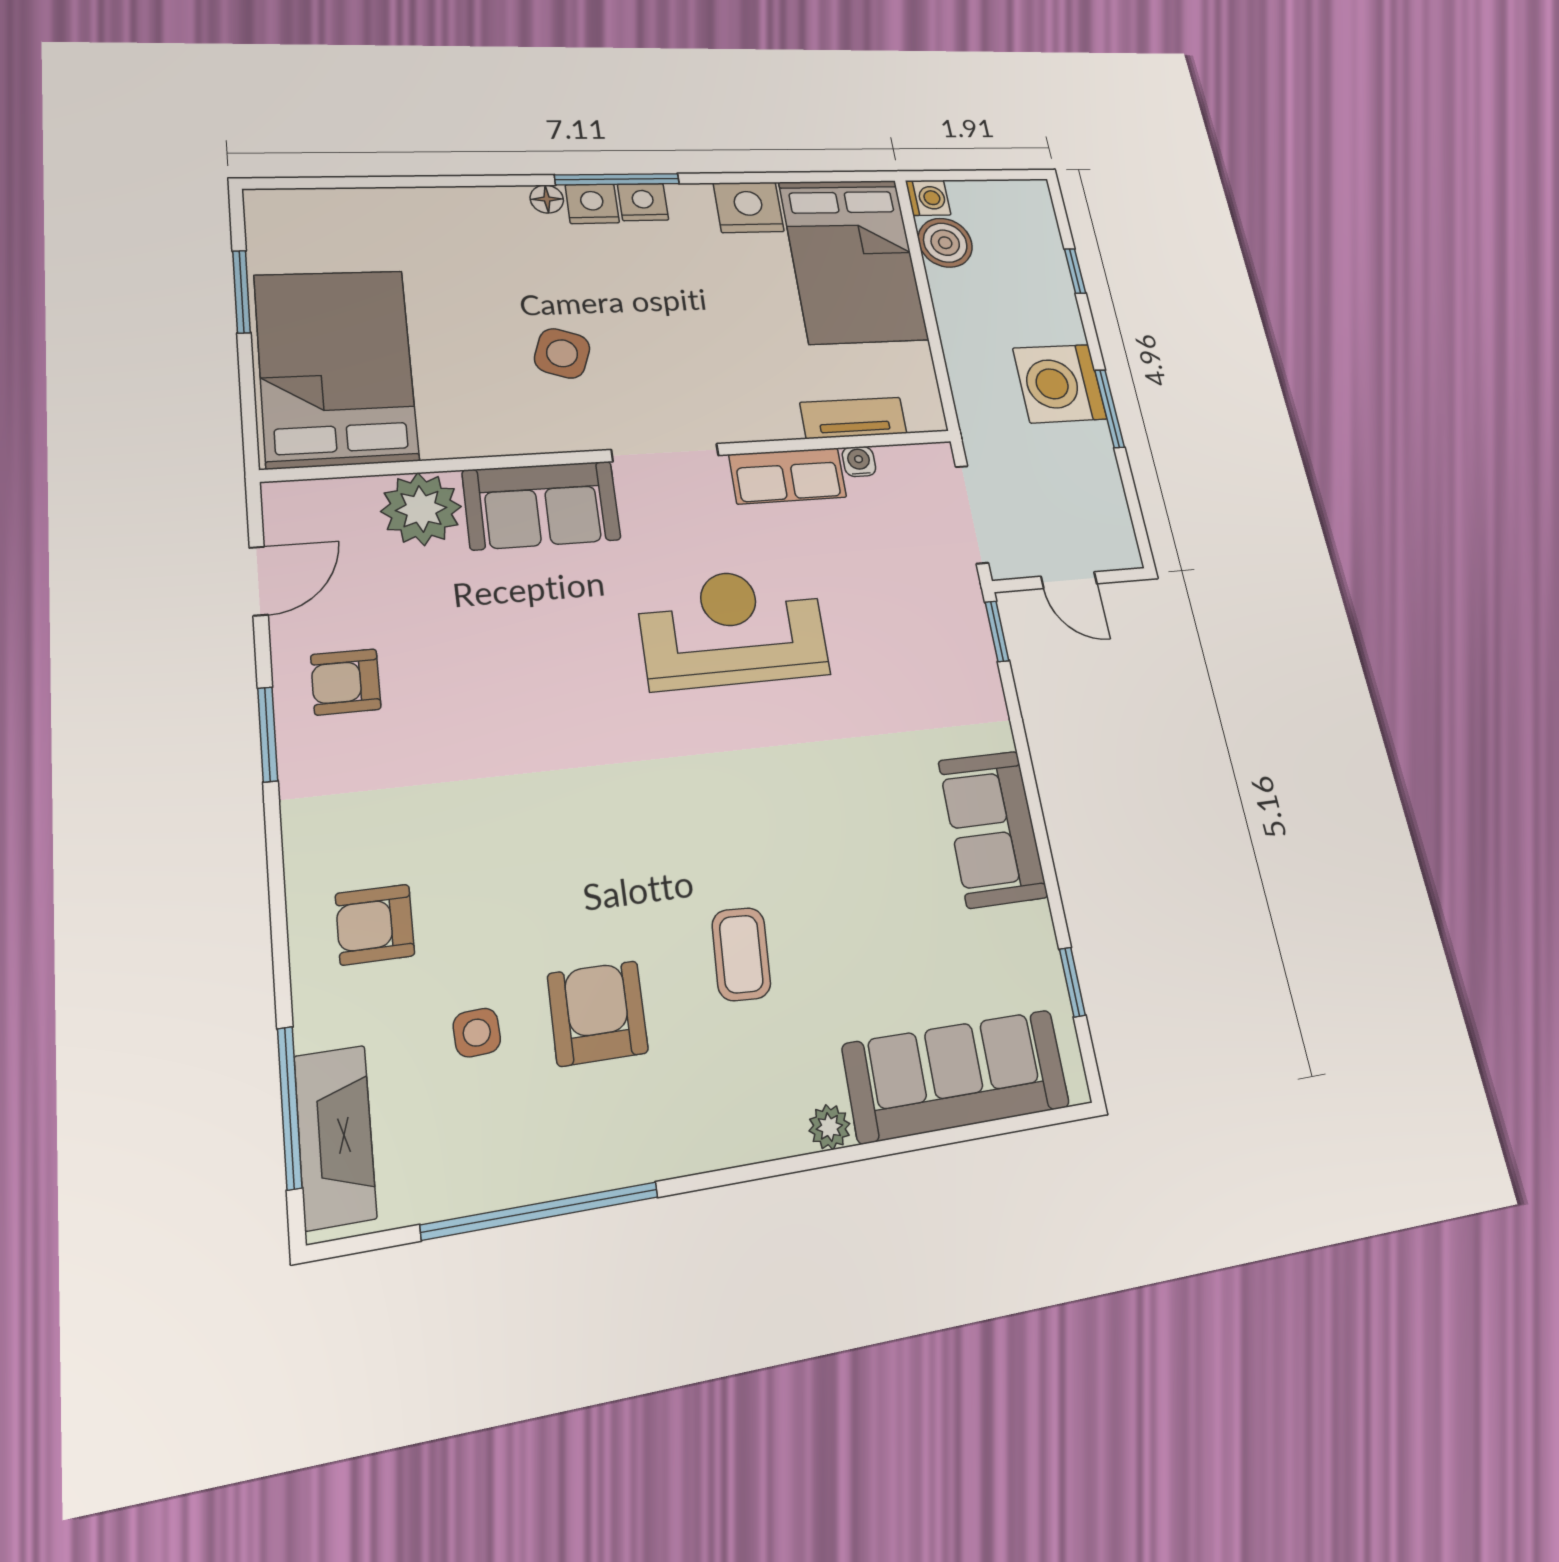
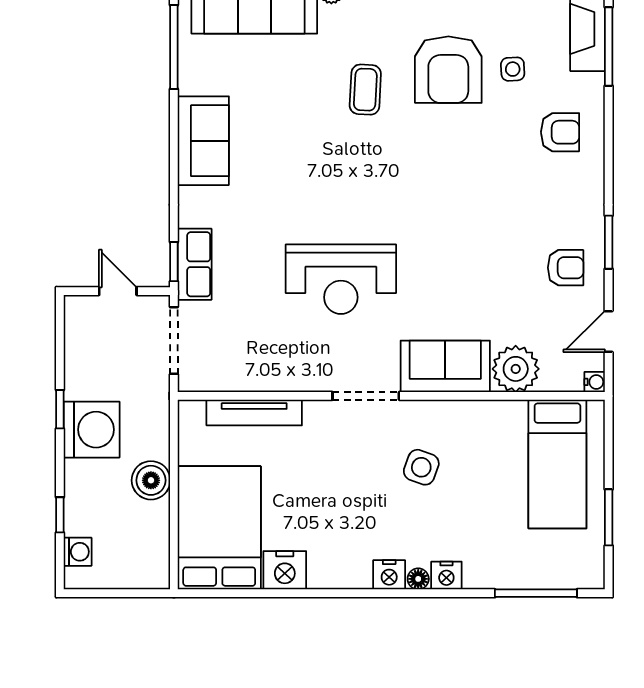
window: (617, 179) -> (536, 593), moved
washing machine: (928, 198) -> (78, 552), moved, turned 180
nightstand: (643, 202) -> (446, 576), moved
boiler: (945, 243) -> (151, 480), moved
bed: (336, 367) -> (557, 464), width x0.67
window: (1110, 409) -> (60, 409), width x0.67
tv unit: (853, 418) -> (254, 413), width x1.41
water cooler: (859, 461) -> (595, 382), moved, turned -90
row of seats: (788, 476) -> (195, 264), moved, turned 90
window: (1072, 982) -> (174, 47), width x2.17
armchair: (598, 1013) -> (448, 70), width x1.36, depth x1.36

